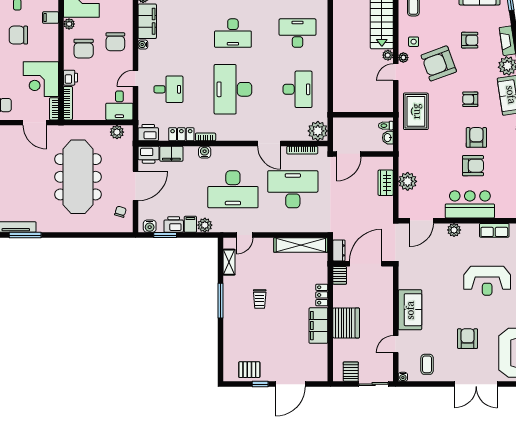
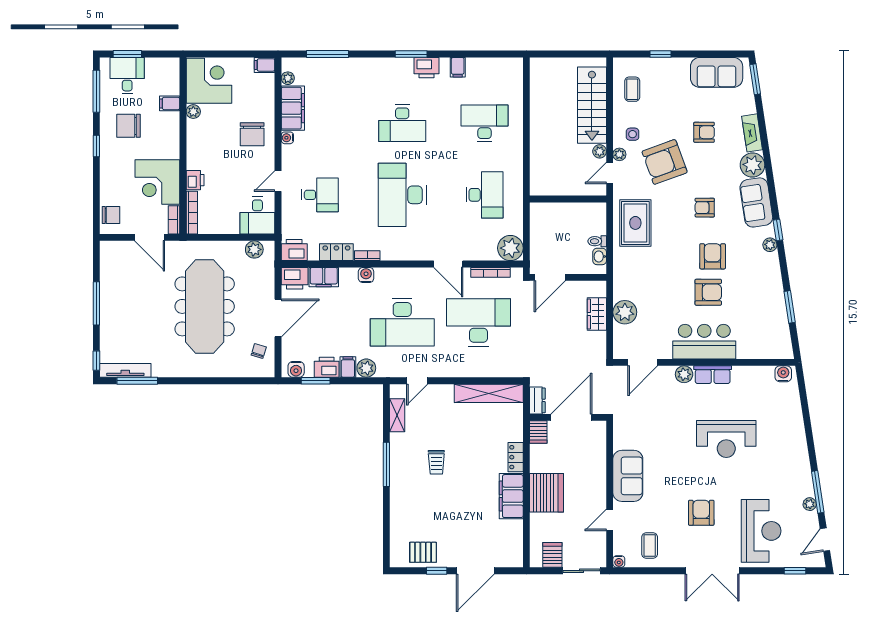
chair: (84, 49) -> (212, 143), removed
wall: (363, 115) -> (568, 199), moved
row of seats: (494, 230) -> (713, 375), moved

